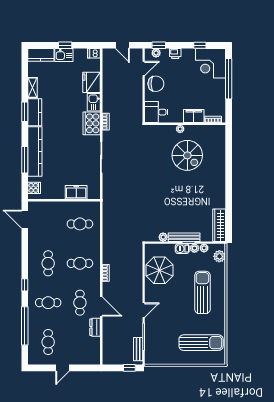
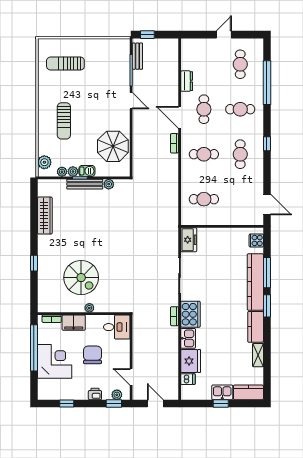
dishwasher: (94, 53) -> (188, 379), moved
corner desk: (211, 63) -> (55, 361), moved
door: (144, 69) -> (131, 377), hinge flipped
window: (229, 79) -> (34, 348), moved
chair: (156, 84) -> (92, 355), moved, turned 90
window: (25, 112) -> (267, 306), moved
spiral stairs: (187, 155) -> (81, 278), turned 180
window: (229, 168) -> (34, 263), added
freezer: (76, 192) -> (189, 240), moved, turned -90
wardrobe: (219, 225) -> (45, 216), moved
window: (25, 285) -> (267, 144), moved
sun lounger: (202, 292) -> (64, 121), width x0.73, depth x0.75
door: (101, 306) -> (180, 117), moved
door: (144, 310) -> (131, 101), swing flipped
sun lounger: (201, 343) -> (65, 64), width x0.73, depth x0.75

